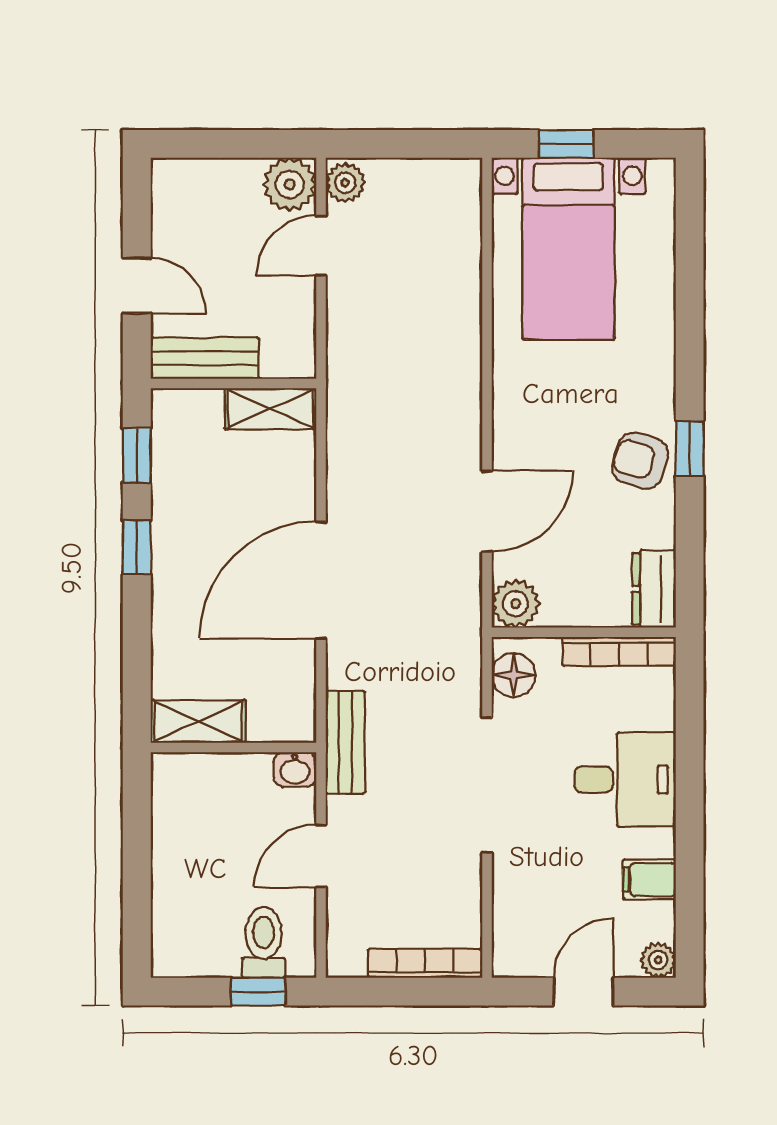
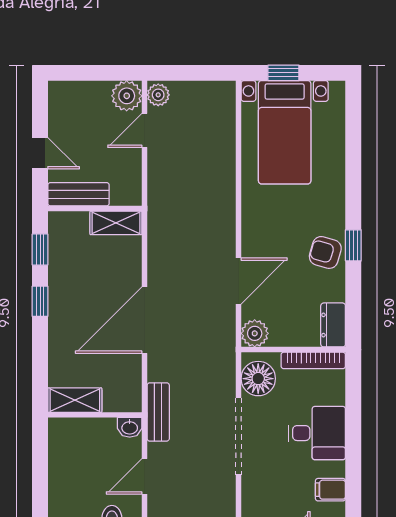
floor lamp: (514, 675) -> (258, 379), width x1.38, depth x1.38

